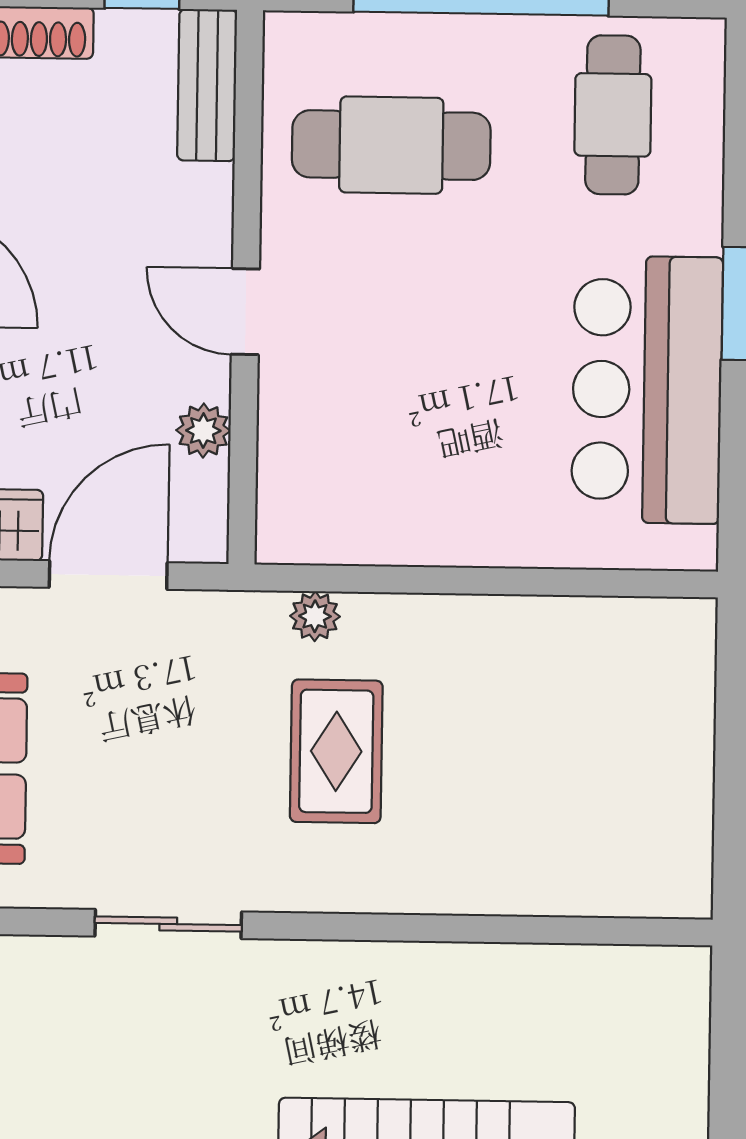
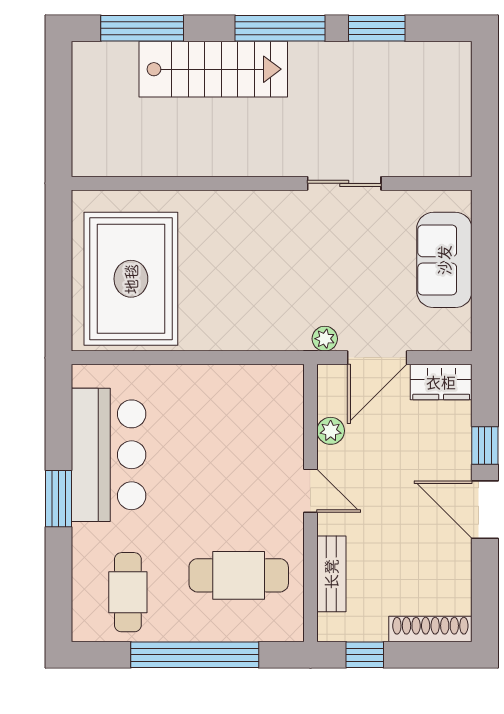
bench: (207, 85) -> (331, 574), moved
plant: (315, 616) -> (325, 339), moved
rug: (336, 751) -> (131, 279), moved, width x1.86, depth x2.06

